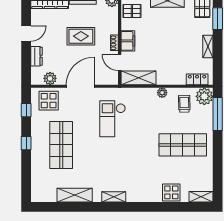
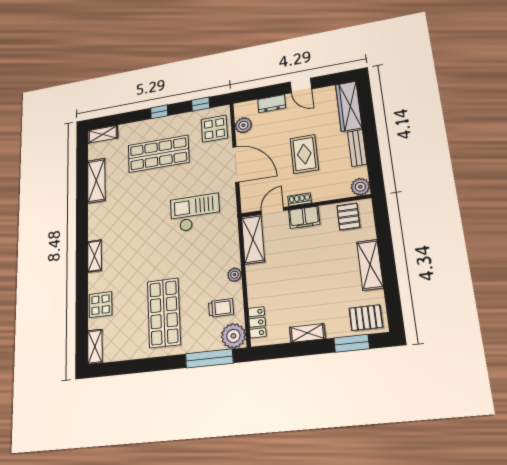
shelving: (37, 190) -> (103, 134), added
shelving: (114, 197) -> (95, 256), moved

